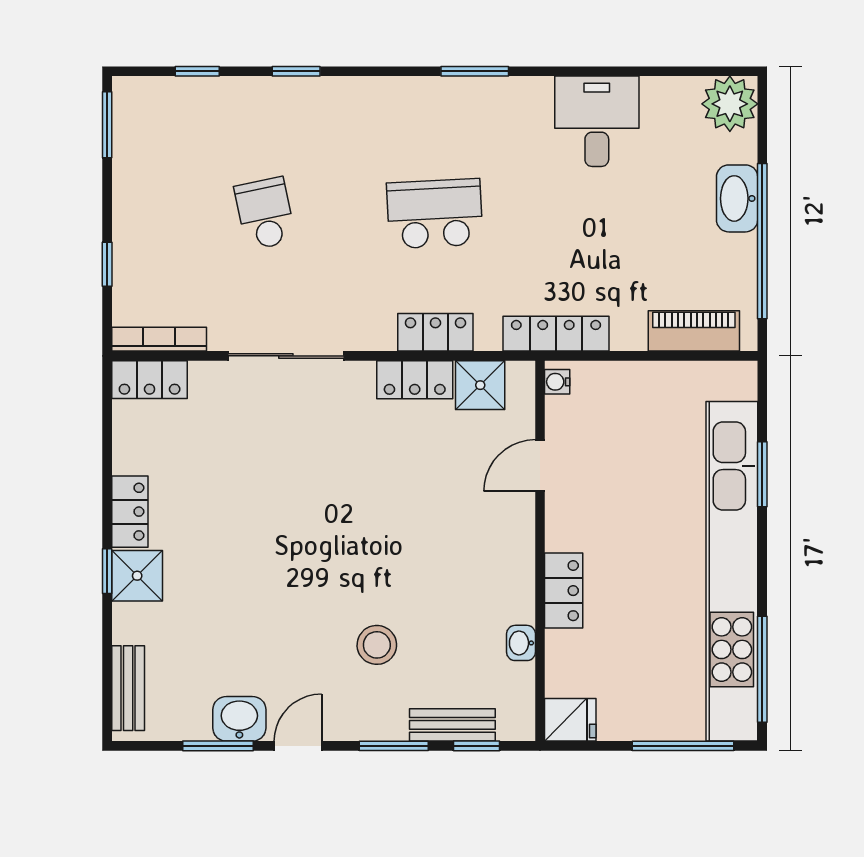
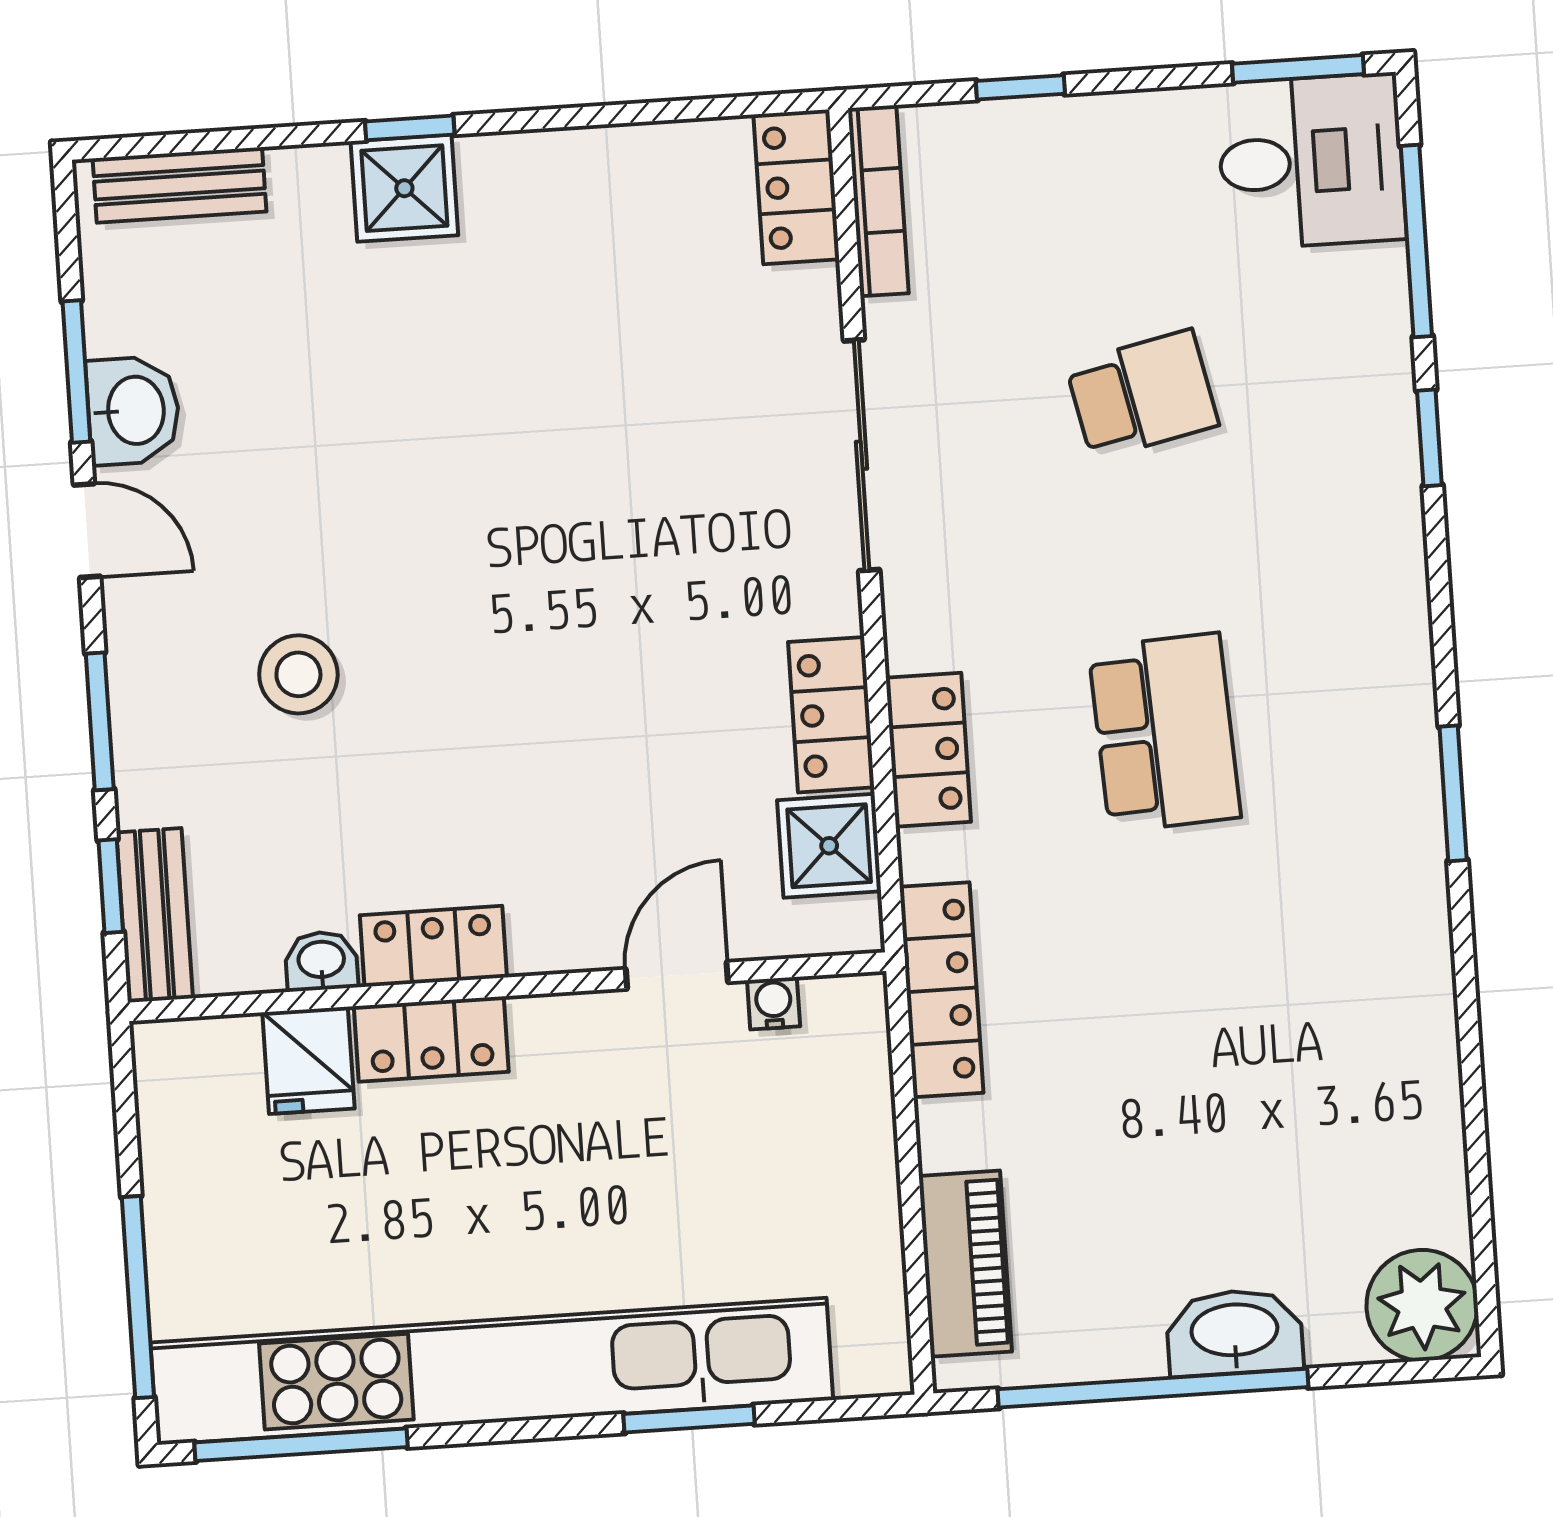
window: (197, 71) -> (1416, 241), width x2.17
desk: (597, 121) -> (1311, 161), moved
water cooler: (557, 382) -> (774, 1003), moved
door: (540, 466) -> (677, 975), hinge flipped
locker: (130, 512) -> (433, 946), moved, turned 180
fridge: (570, 720) -> (308, 1060), moved
bench: (452, 725) -> (155, 915), moved

